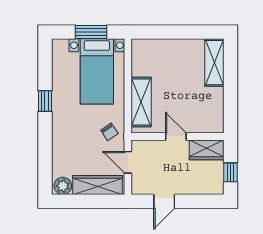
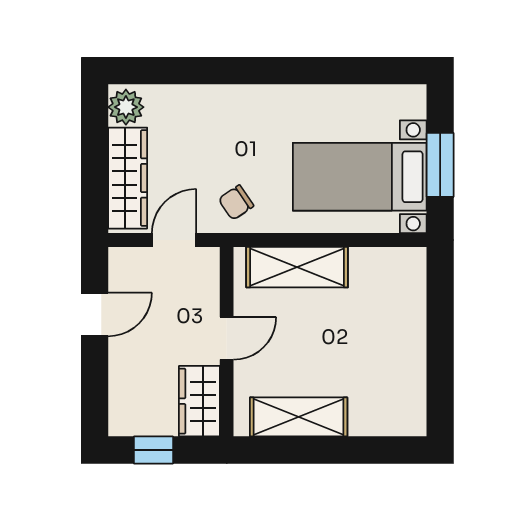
shelving: (214, 63) -> (299, 417), moved
window: (45, 101) -> (299, 71), removed
door: (164, 201) -> (95, 314), swing flipped

